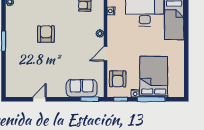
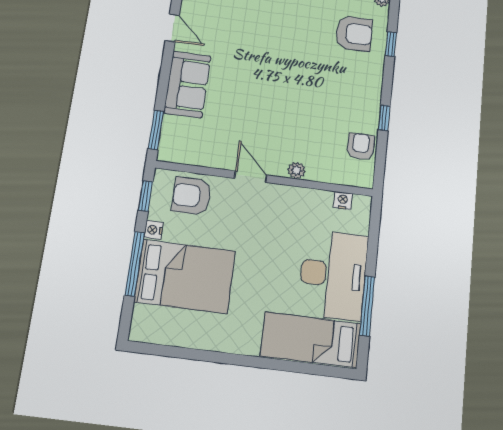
armchair: (46, 34) -> (354, 34), moved
sofa: (82, 88) -> (187, 84), moved

